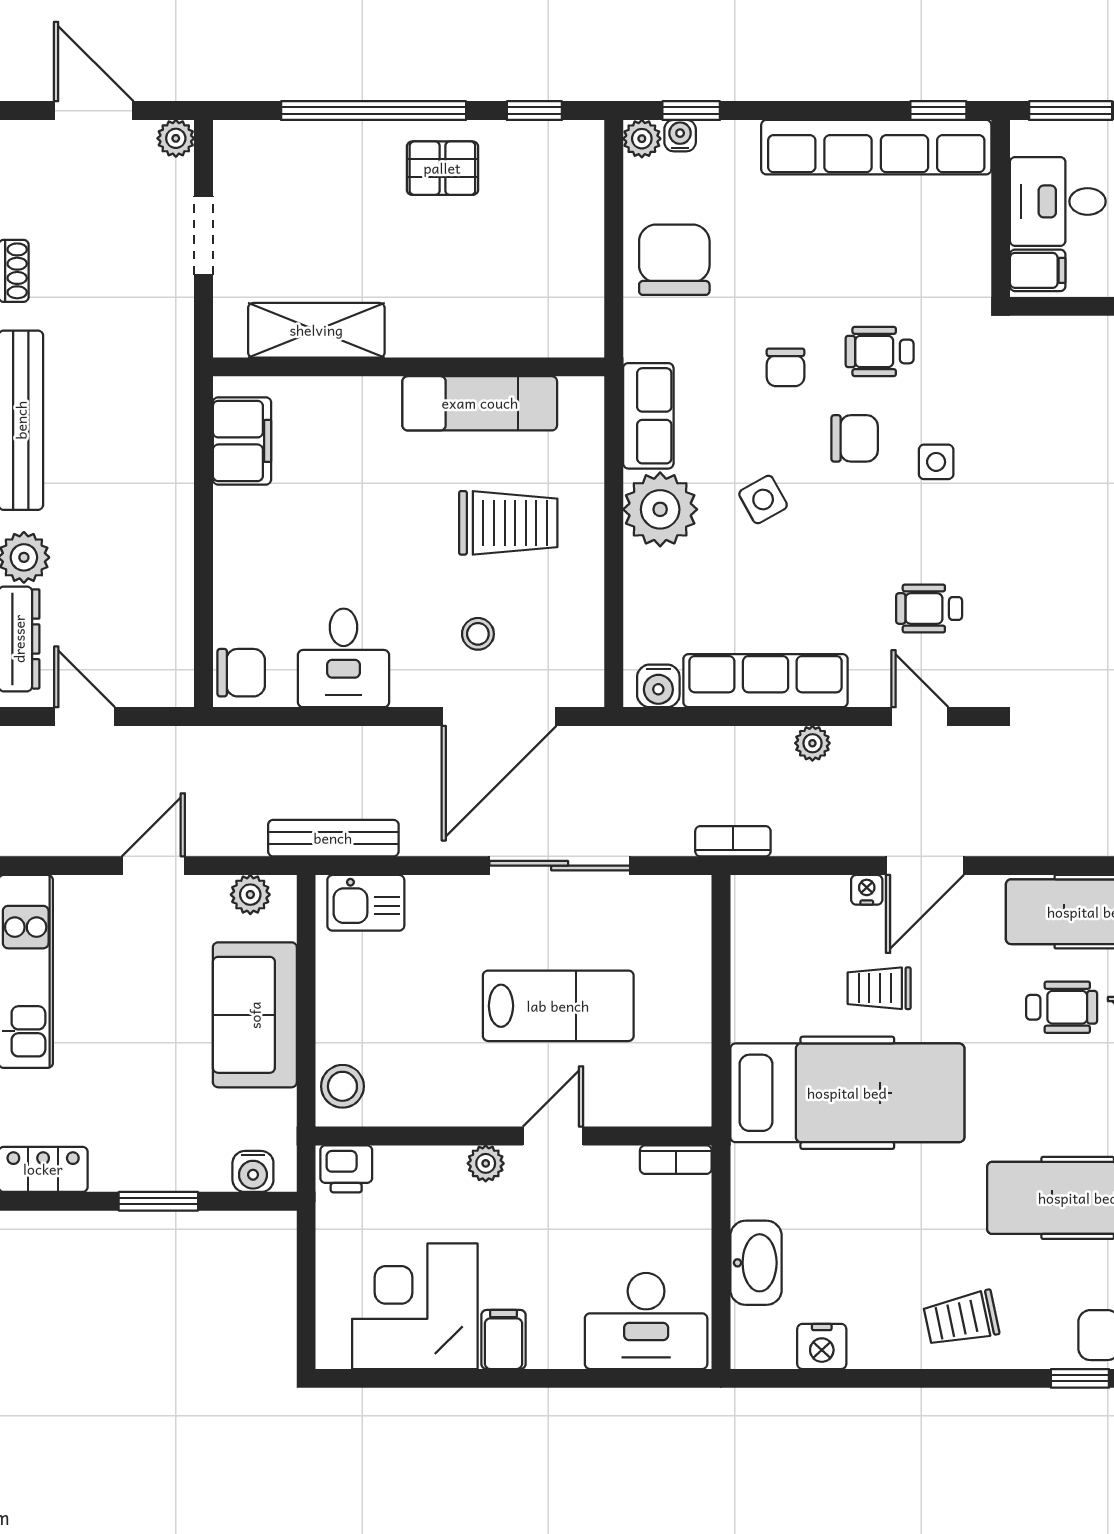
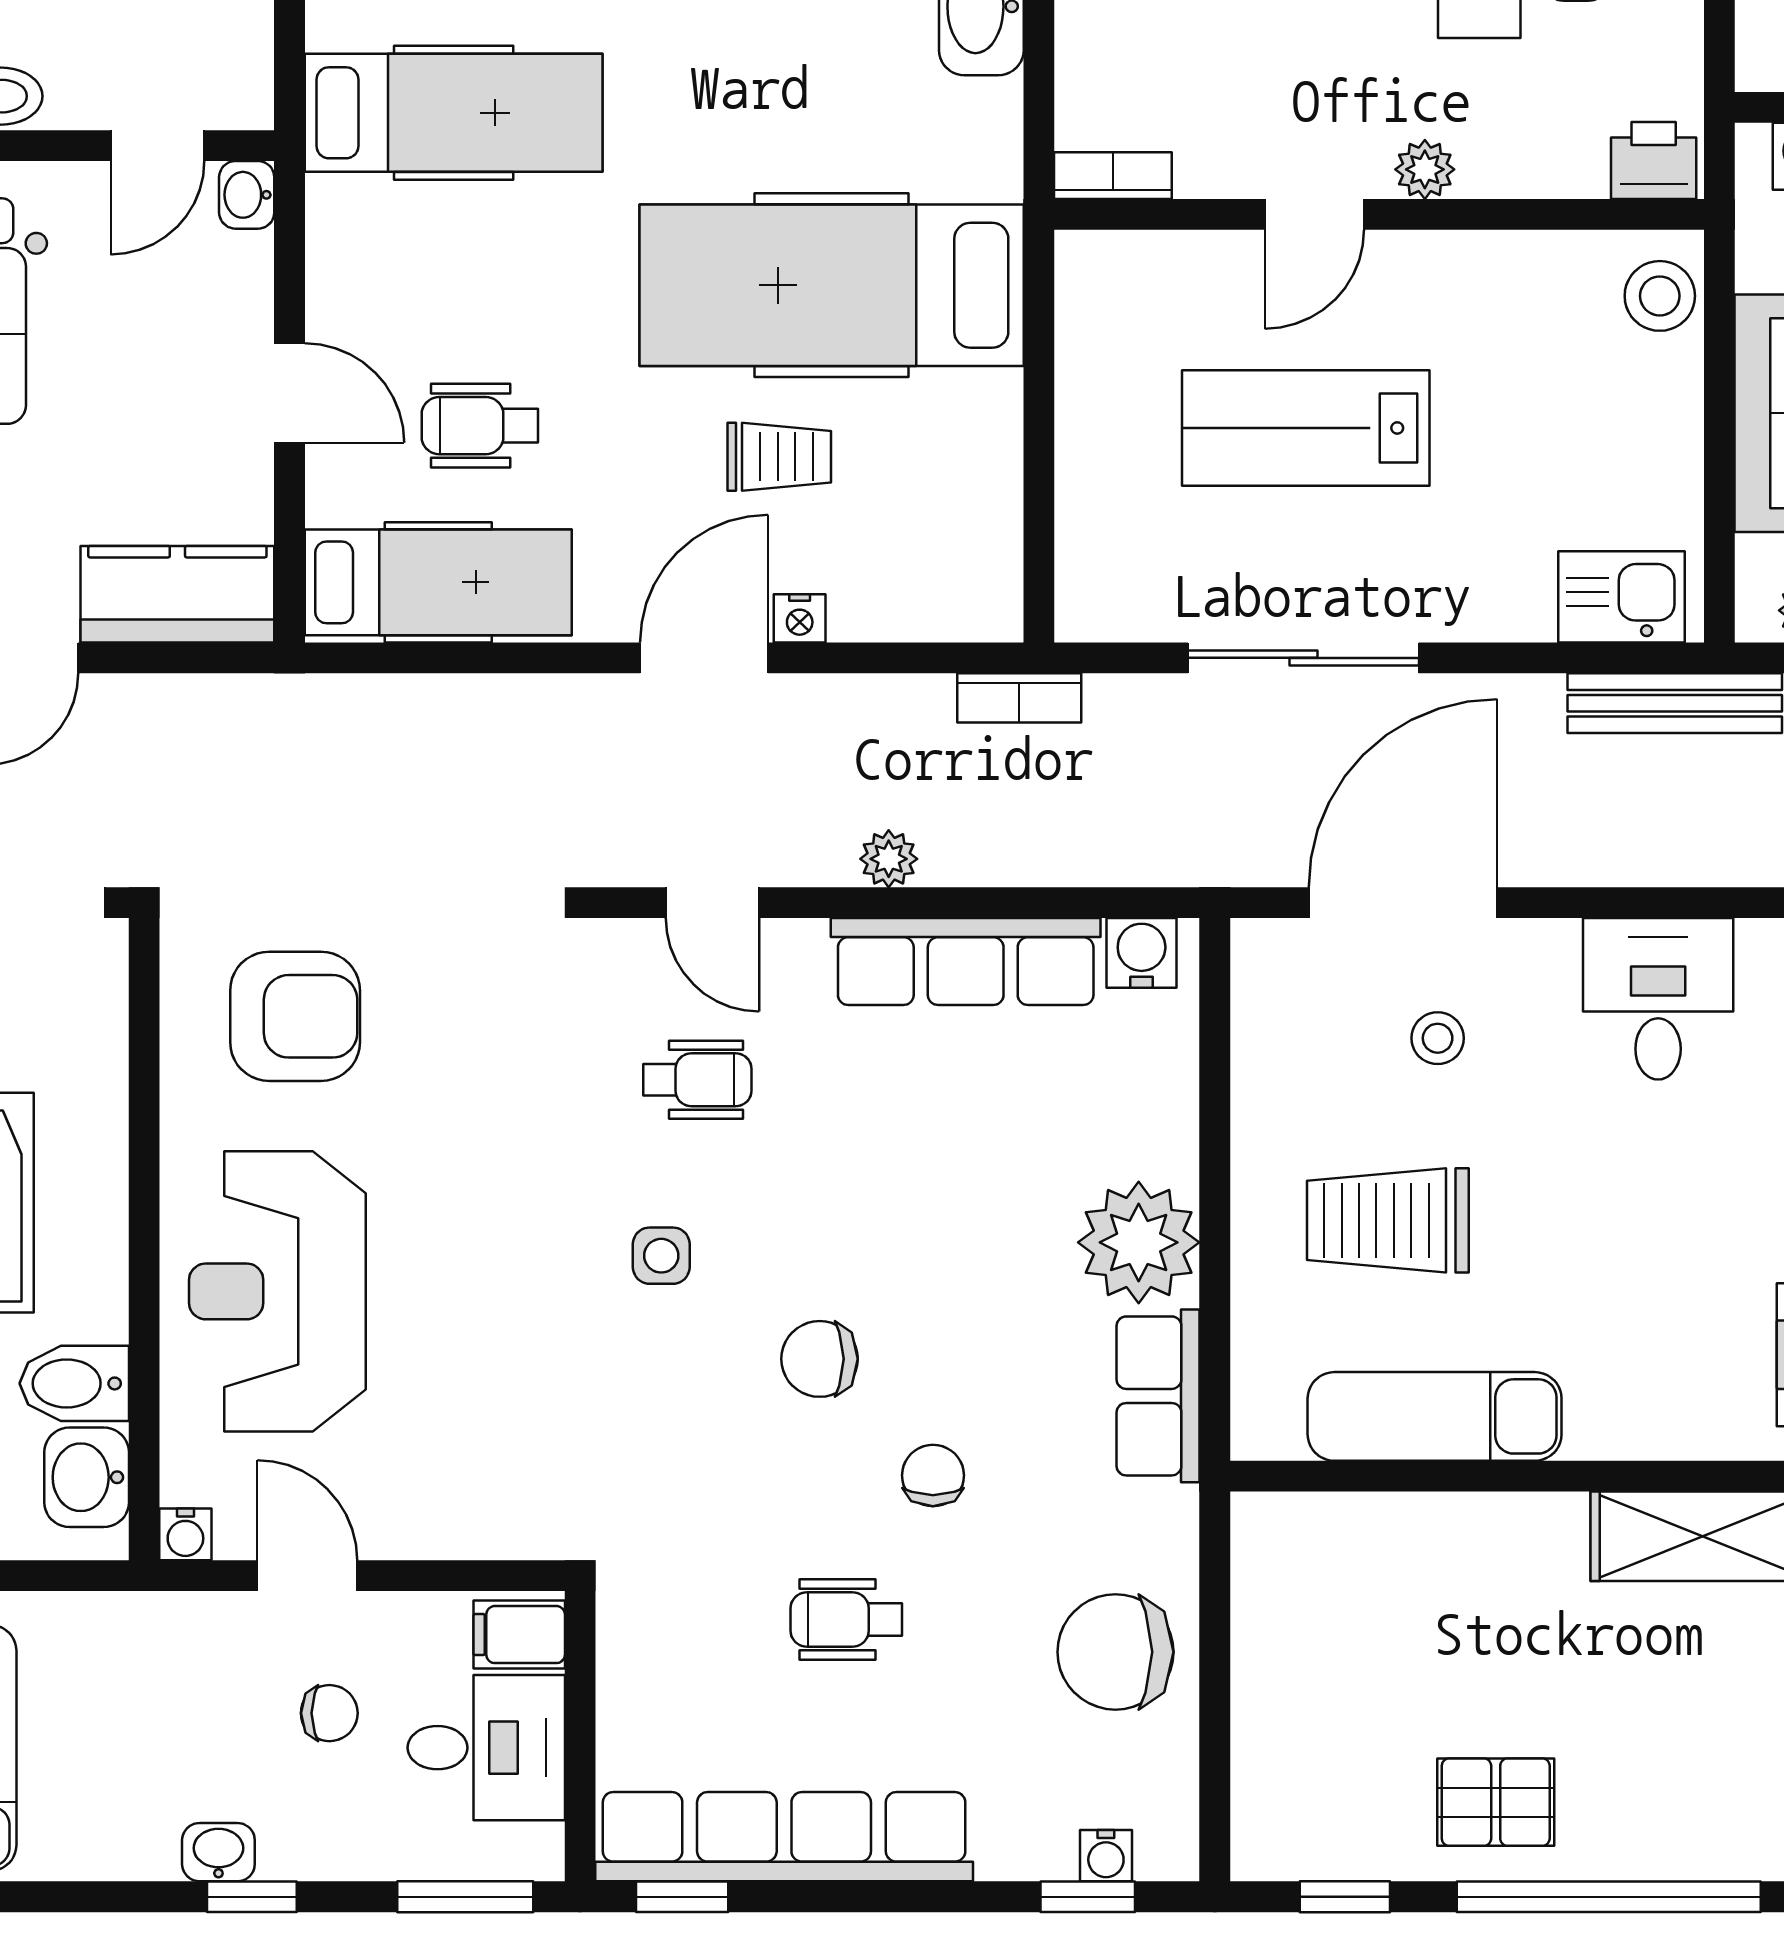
plant: (642, 139) -> (1169, 1851), removed
chair: (674, 260) -> (1115, 1652), turned 90
wheelchair: (880, 351) -> (846, 1619), moved, turned 180
side table: (936, 462) -> (661, 1256), moved
side table: (763, 499) -> (970, 1259), removed

